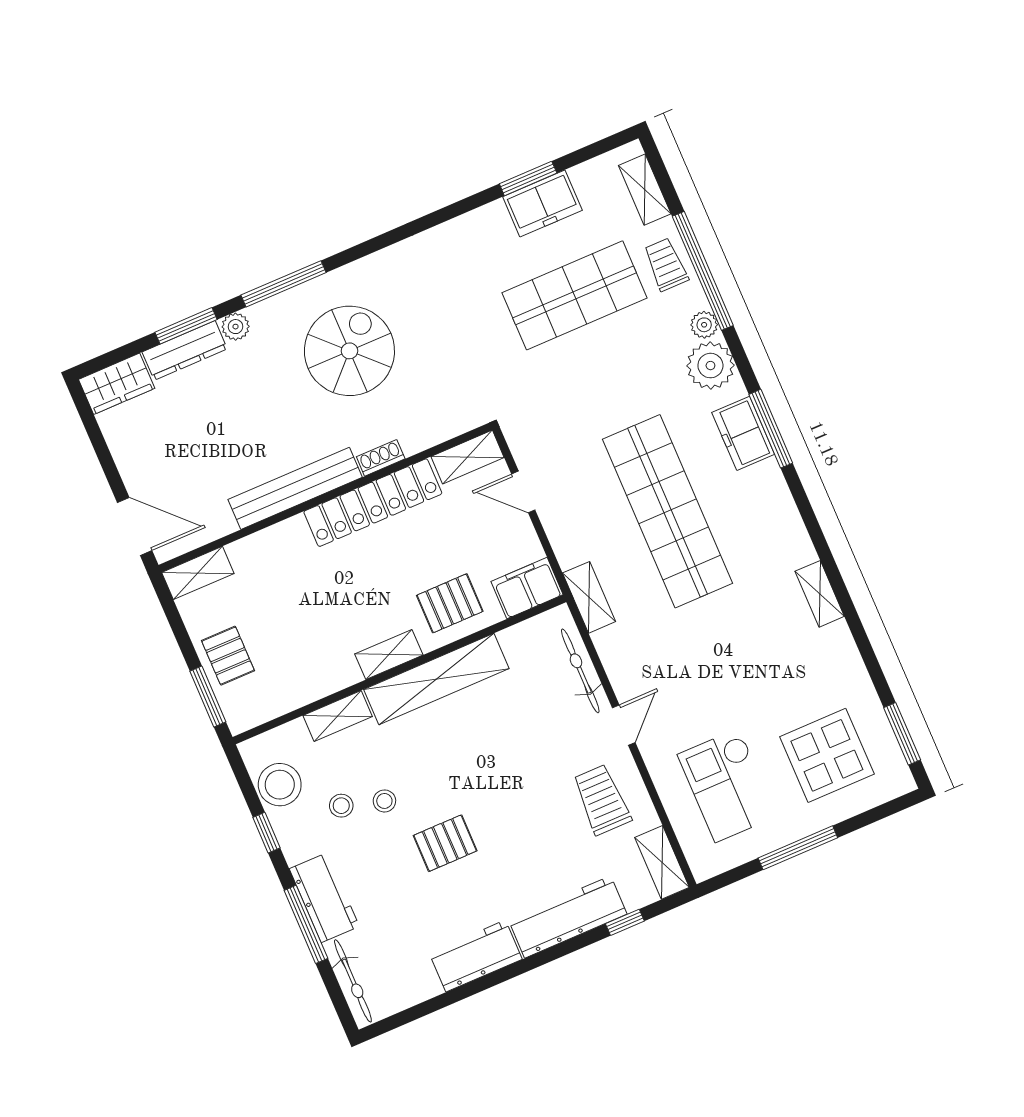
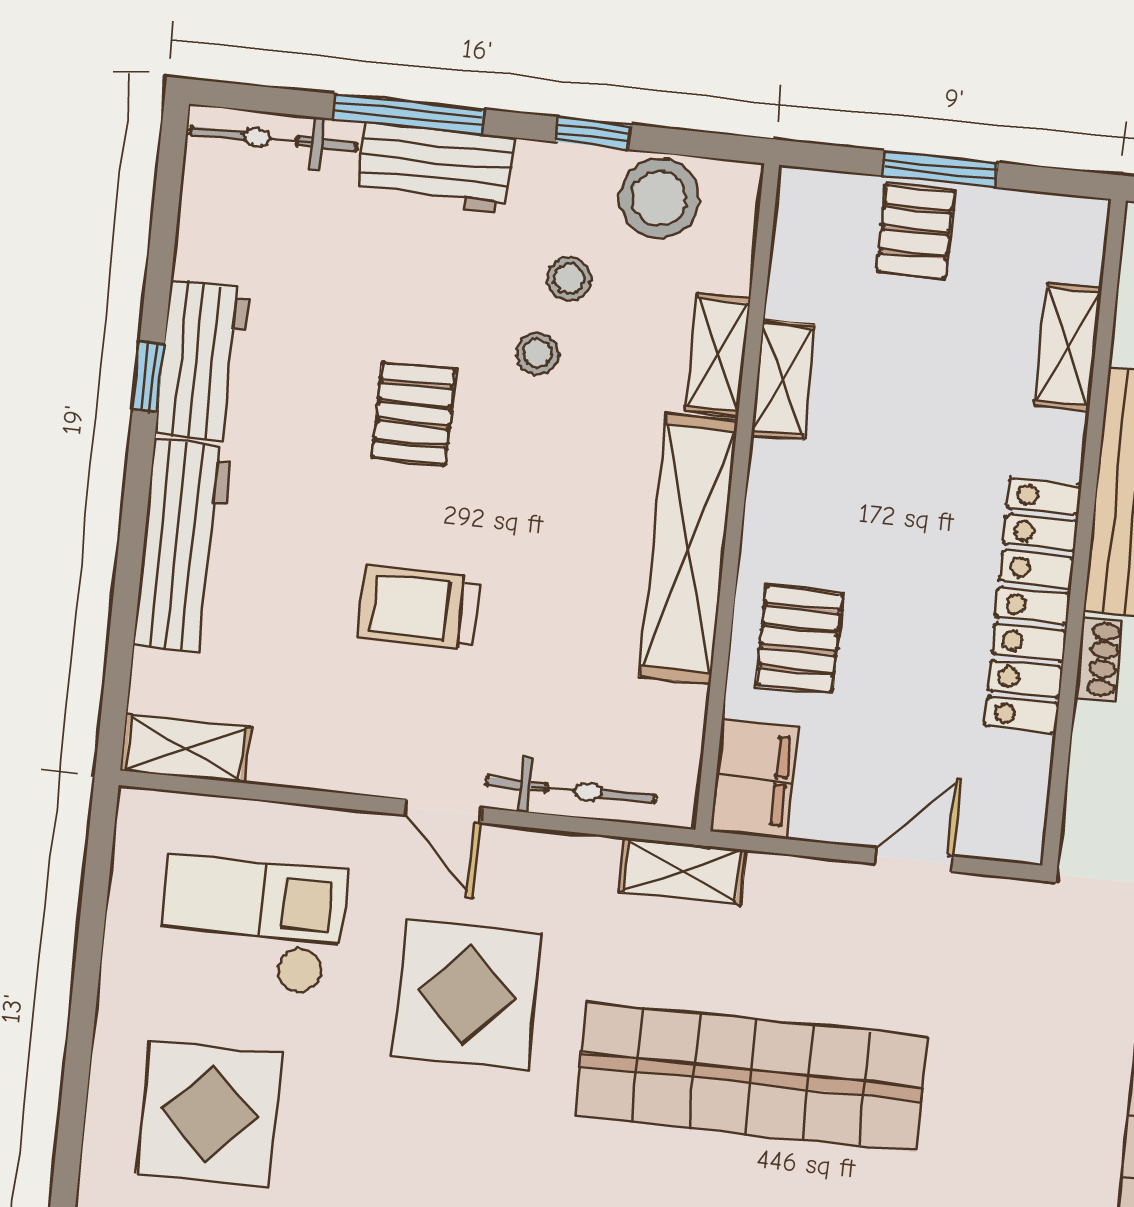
shelving: (467, 457) -> (1021, 801), removed
shelving: (198, 573) -> (1068, 347), moved
shelving: (389, 655) -> (783, 380), moved
pallet: (228, 656) -> (916, 231), turned 90
display table: (704, 666) -> (466, 995), added
window: (208, 697) -> (940, 169), moved
trolley: (602, 800) -> (419, 608), moved, turned 180
window: (798, 848) -> (86, 983), removed
window: (625, 922) -> (148, 377), moved

